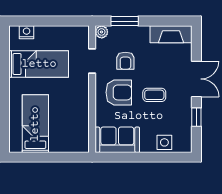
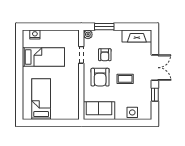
armchair: (119, 92) -> (100, 77), turned 90

